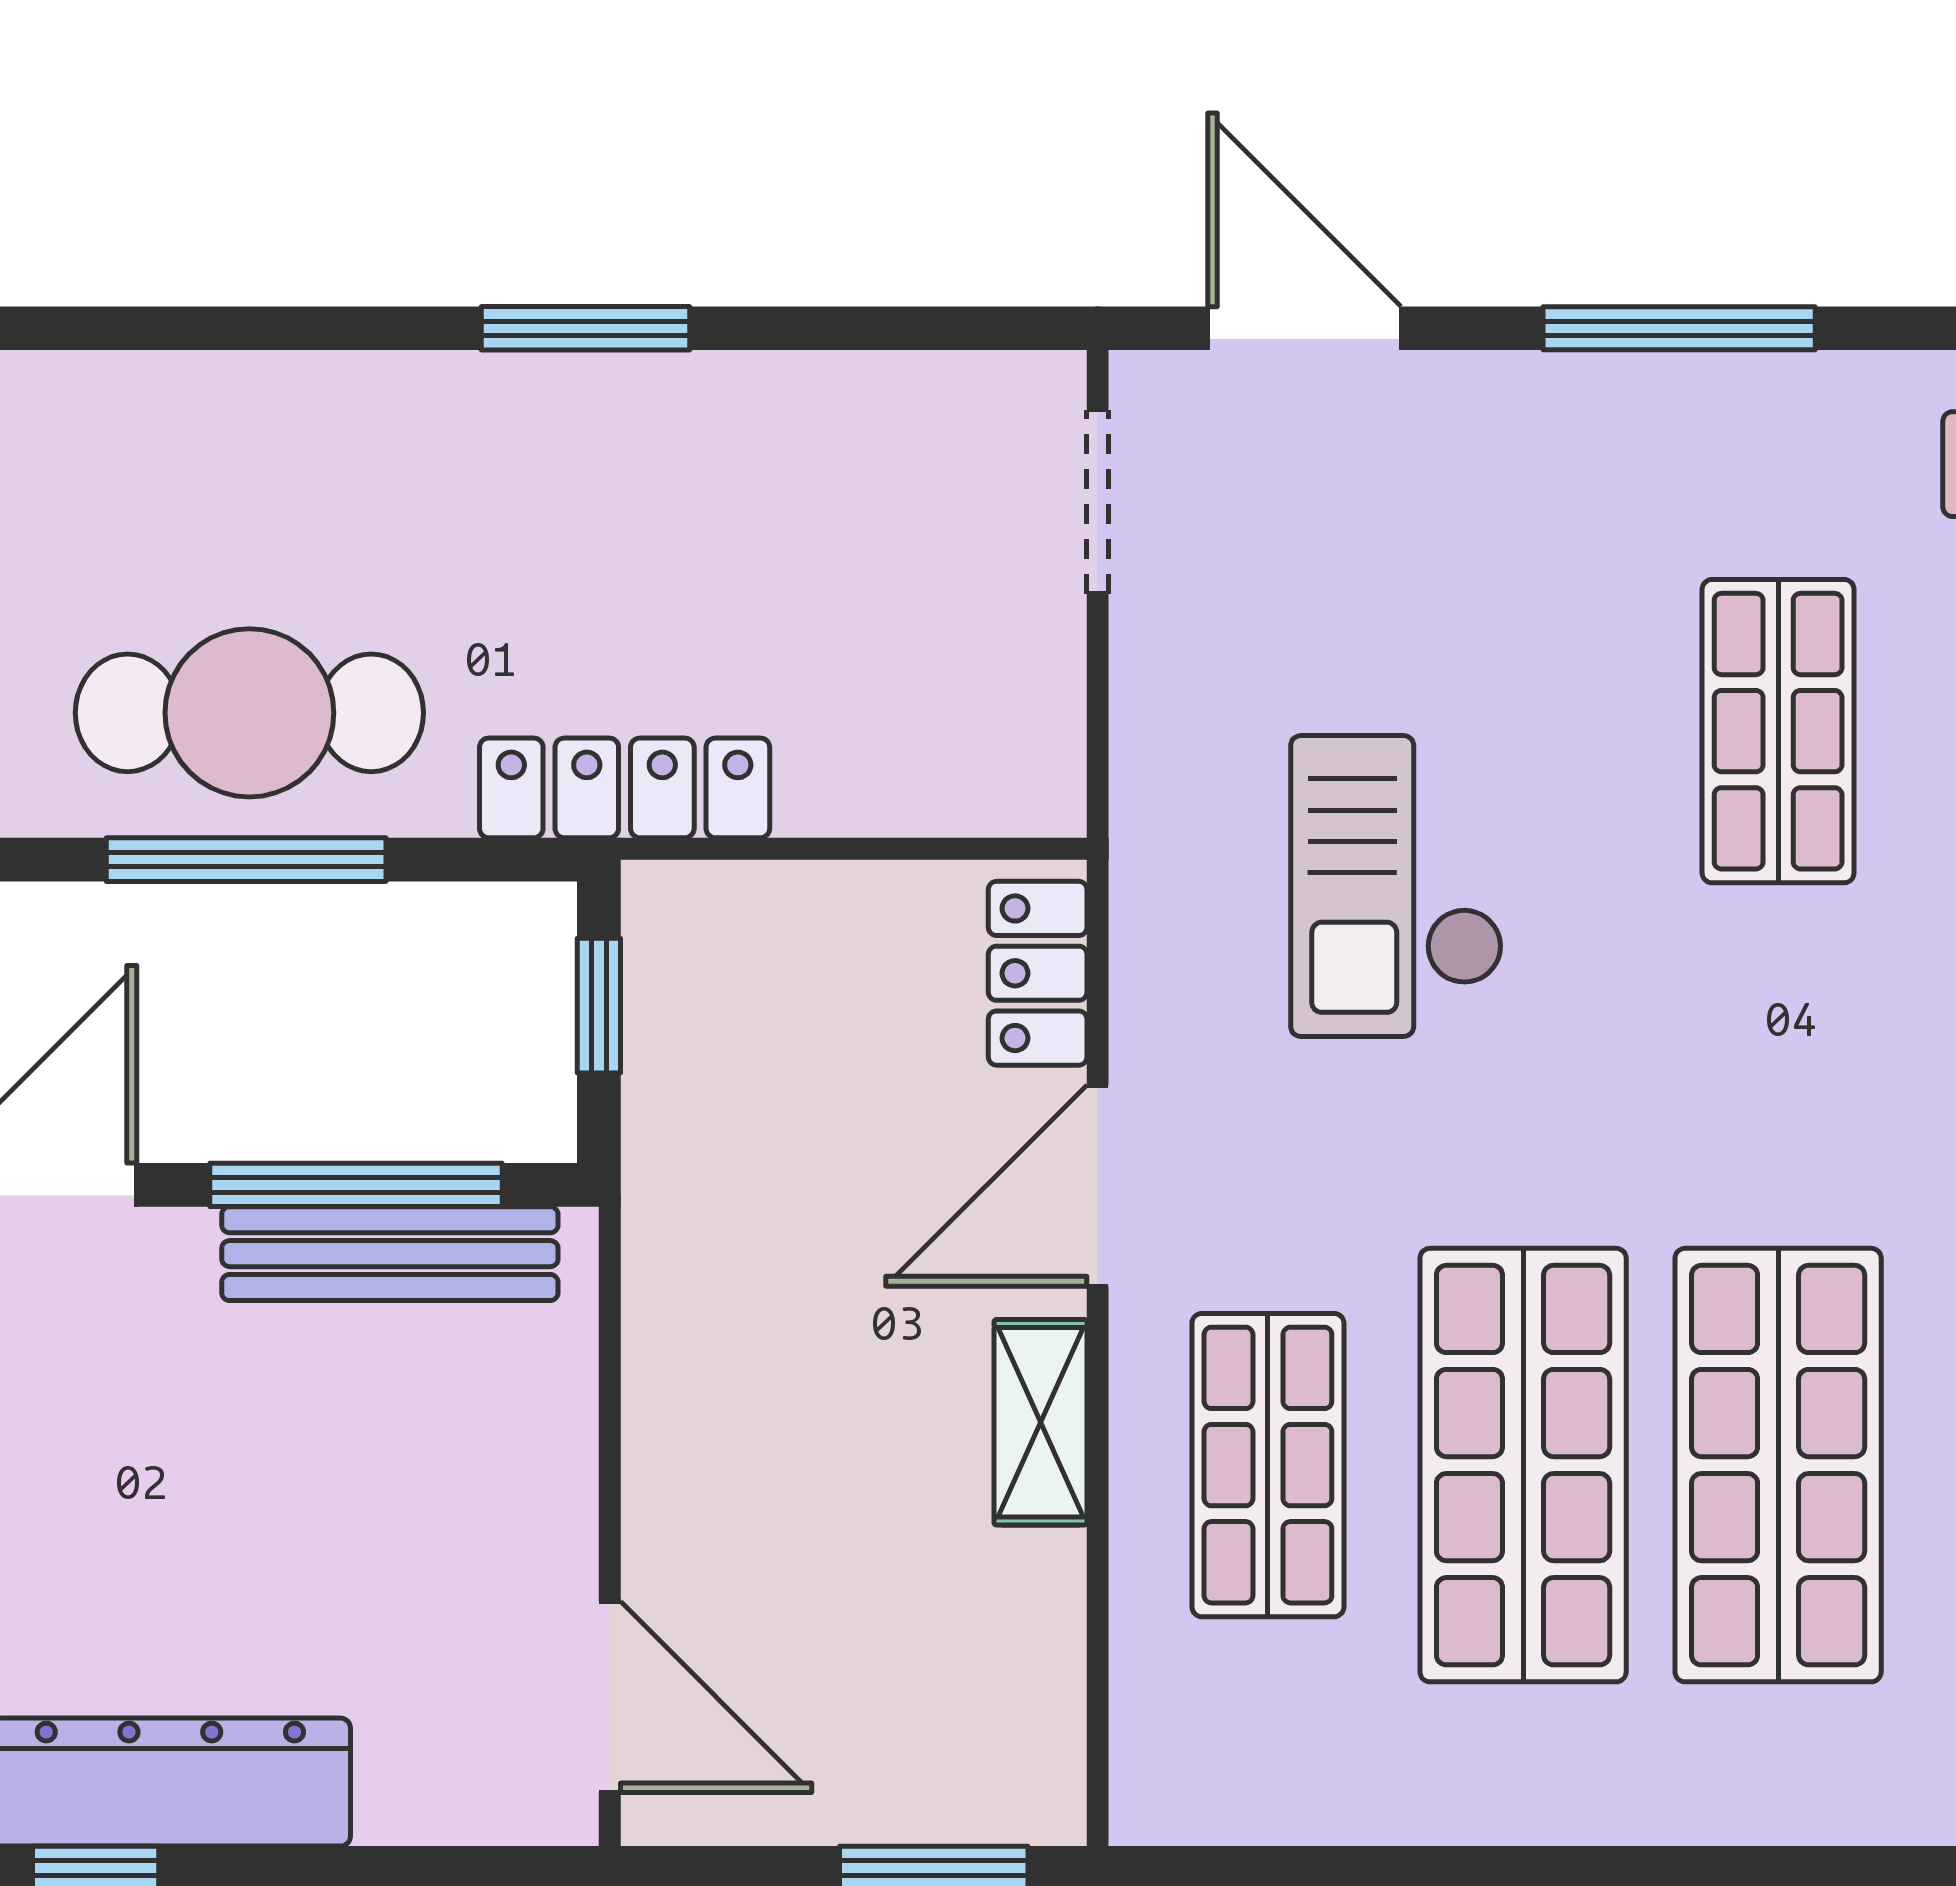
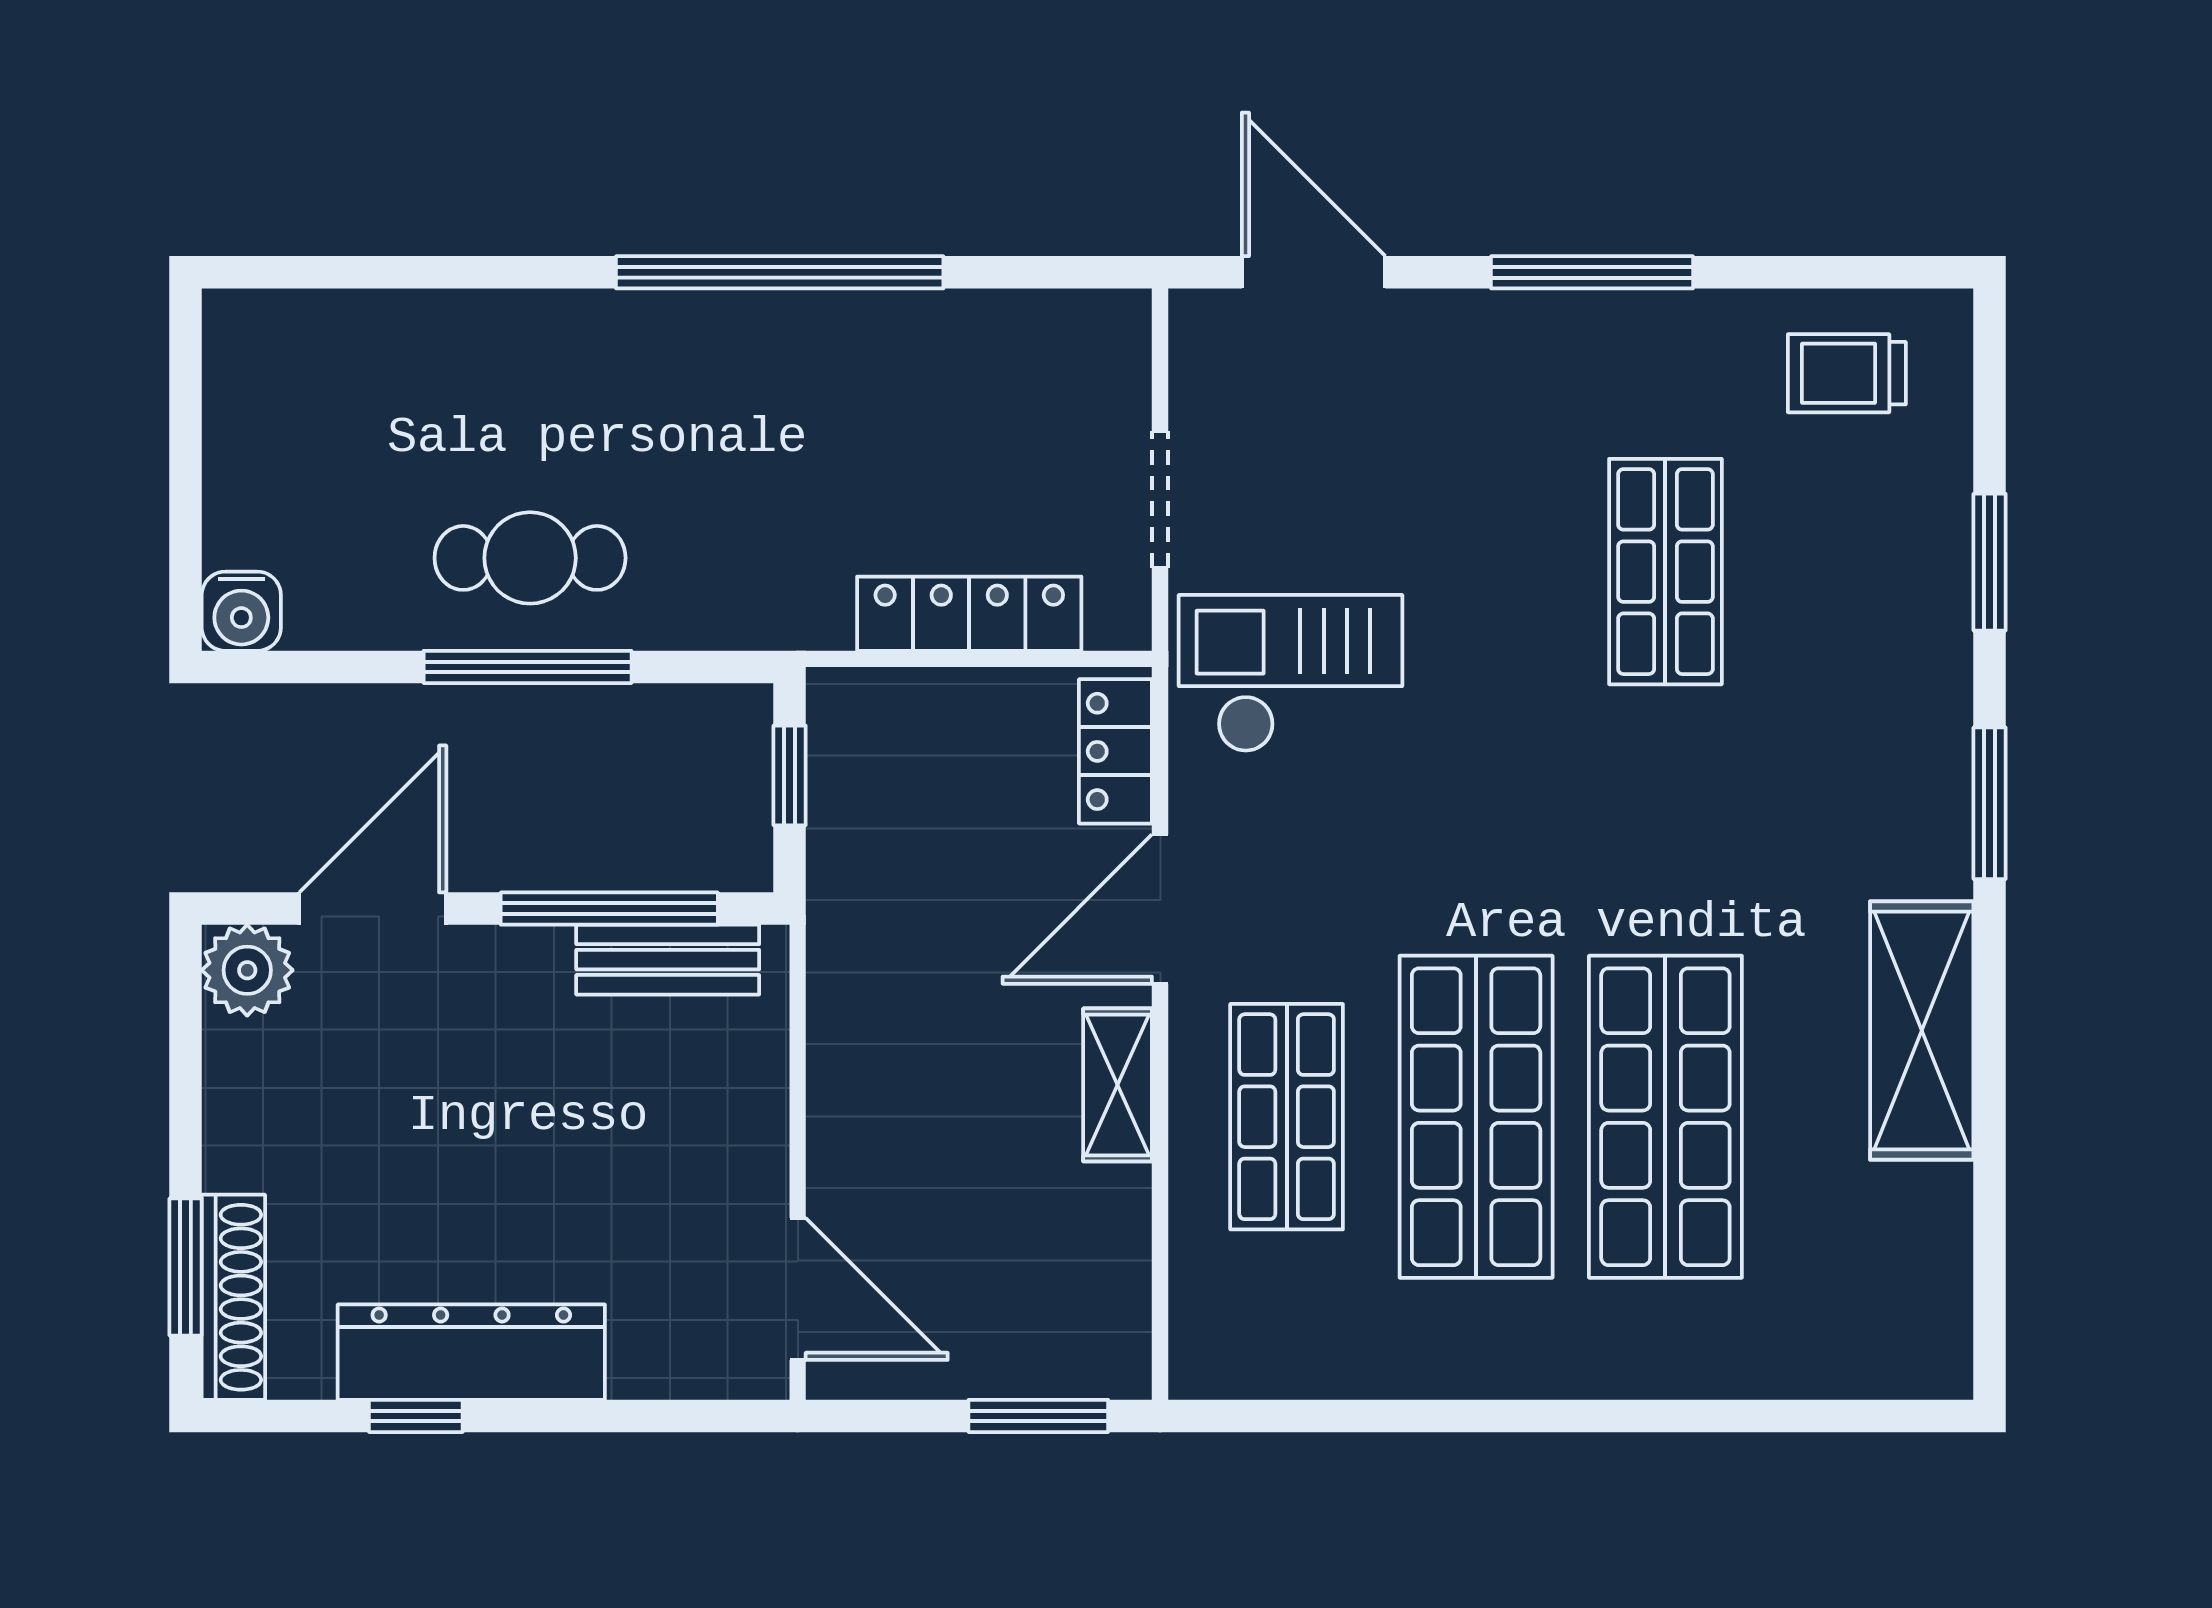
window: (586, 328) -> (780, 272), width x2.11
doorway: (1098, 502) -> (1160, 500), moved
cafe table: (249, 713) -> (530, 558), width x0.73, depth x0.74
locker: (625, 788) -> (969, 614), moved
checkout: (1397, 886) -> (1290, 674), moved, turned 90
bench: (390, 1254) -> (668, 960), width x0.73

